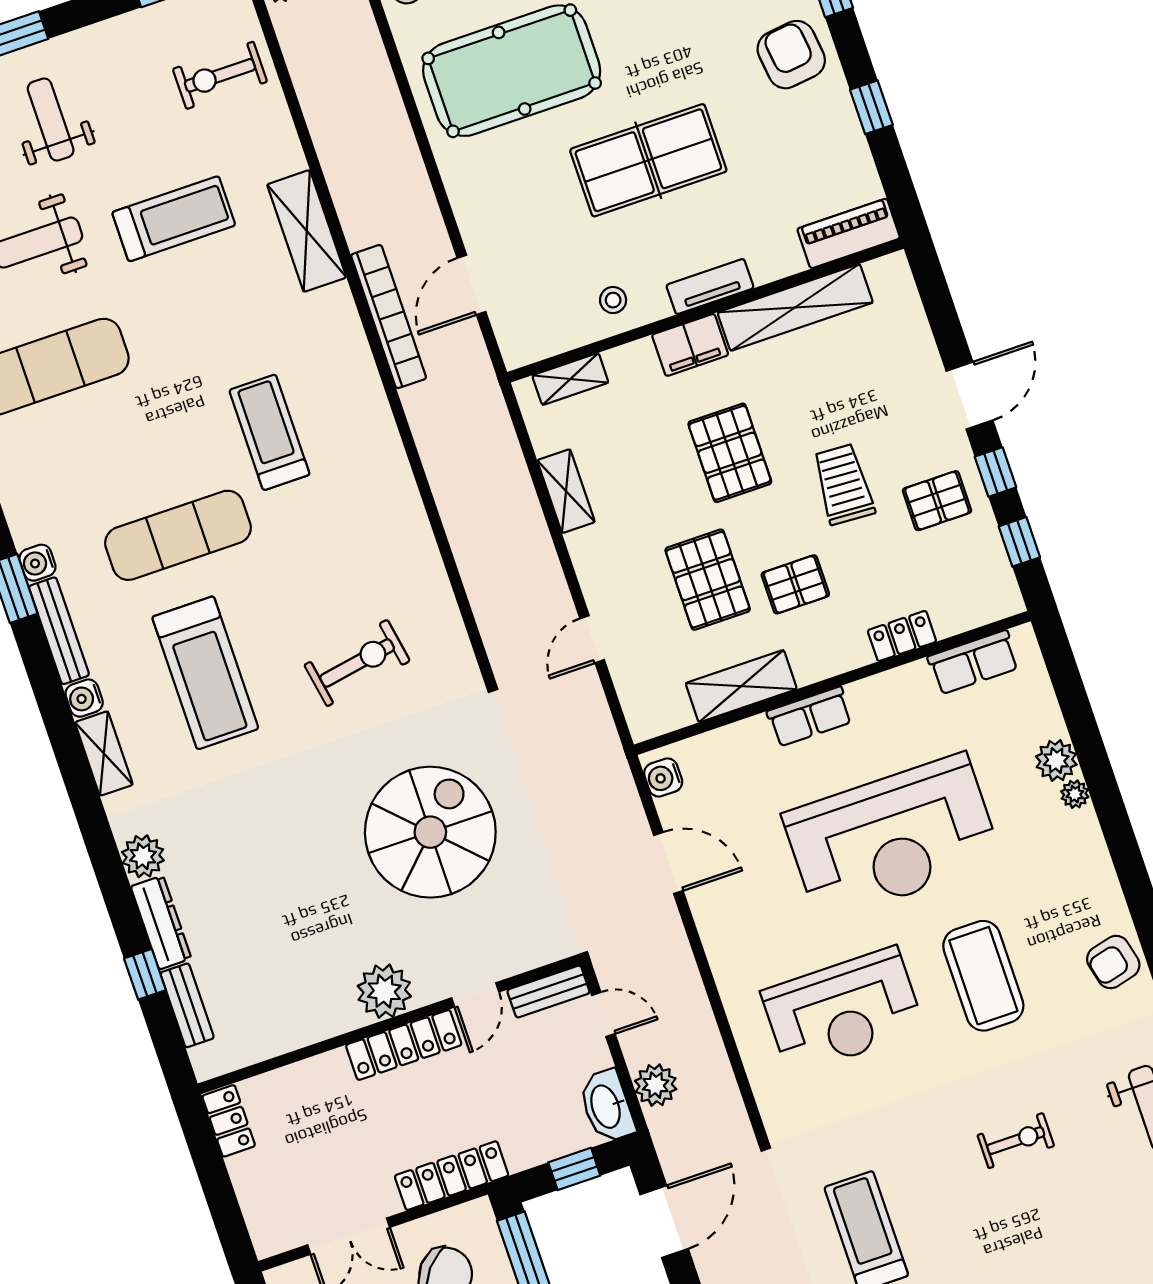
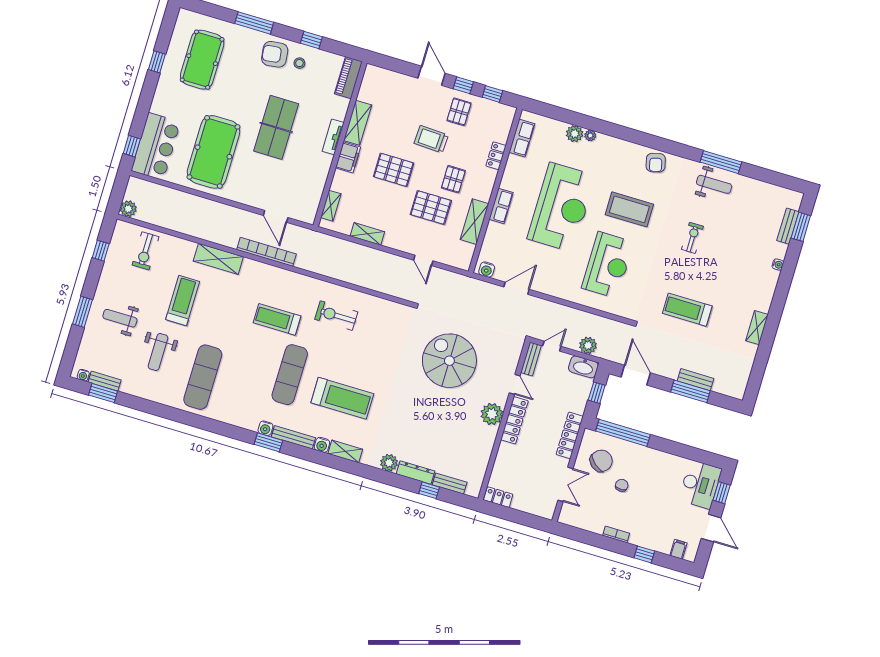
stool: (613, 300) -> (299, 63), moved
shelving: (795, 307) -> (358, 123), width x0.68
exercise bike: (357, 663) -> (336, 316), moved, turned -80

